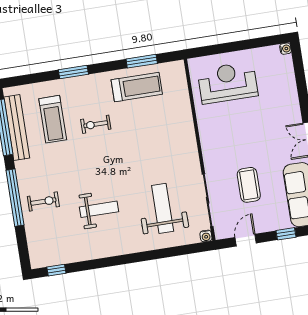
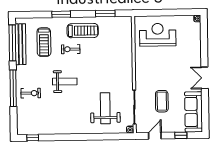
treadmill: (137, 87) -> (83, 31), moved
weight bench: (99, 209) -> (65, 82), moved

